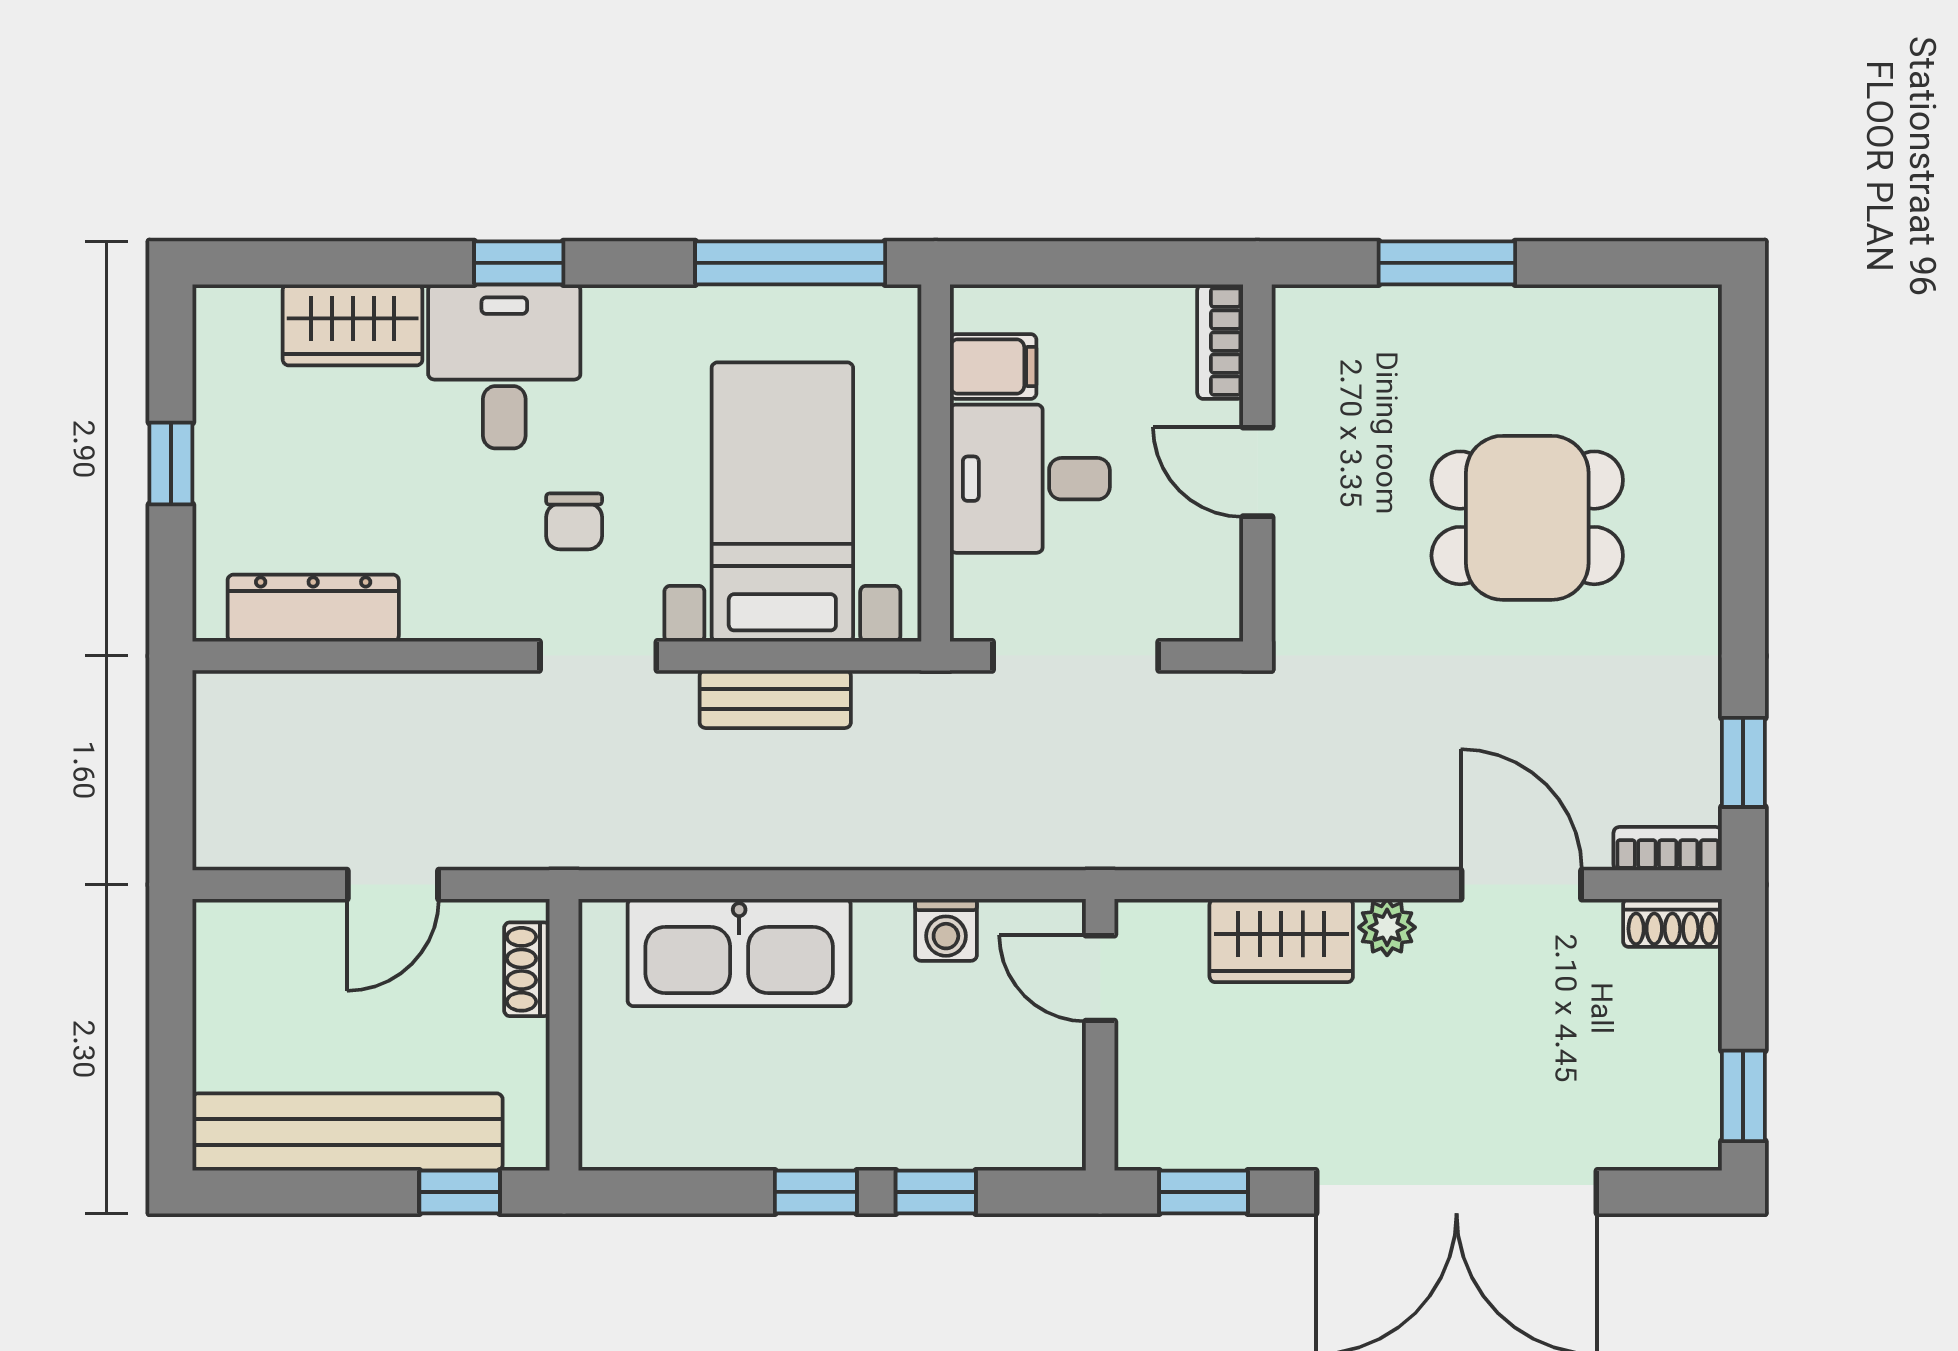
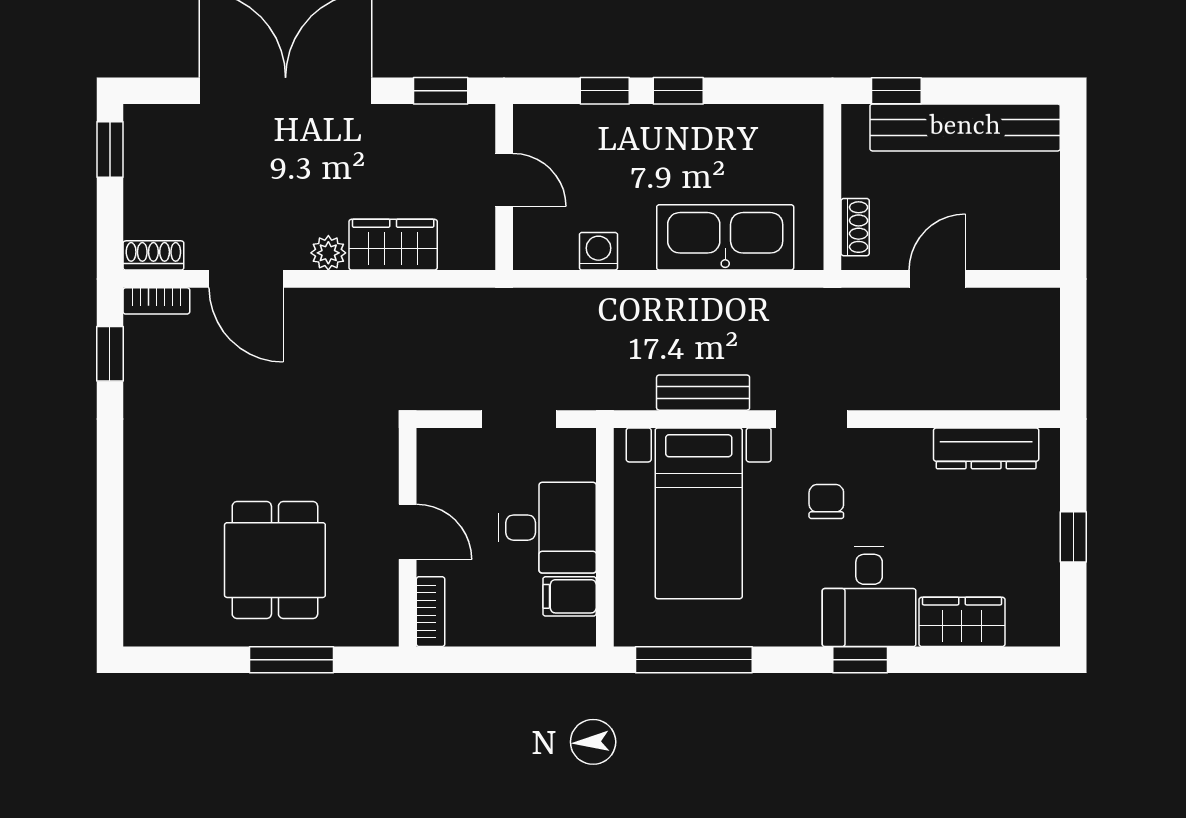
dining table: (1527, 518) -> (275, 560), moved, turned 90
doorway: (1076, 656) -> (519, 419), width x0.73
door: (1100, 978) -> (504, 180), moved

